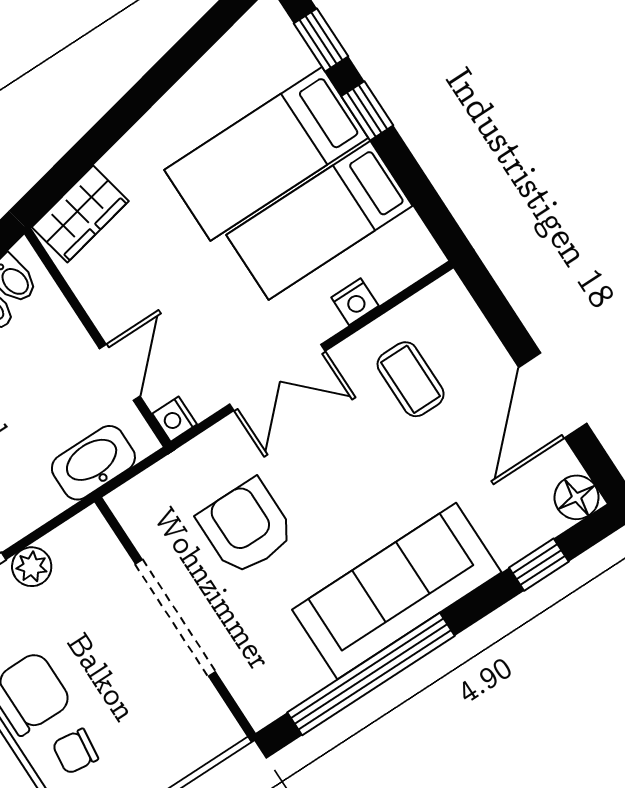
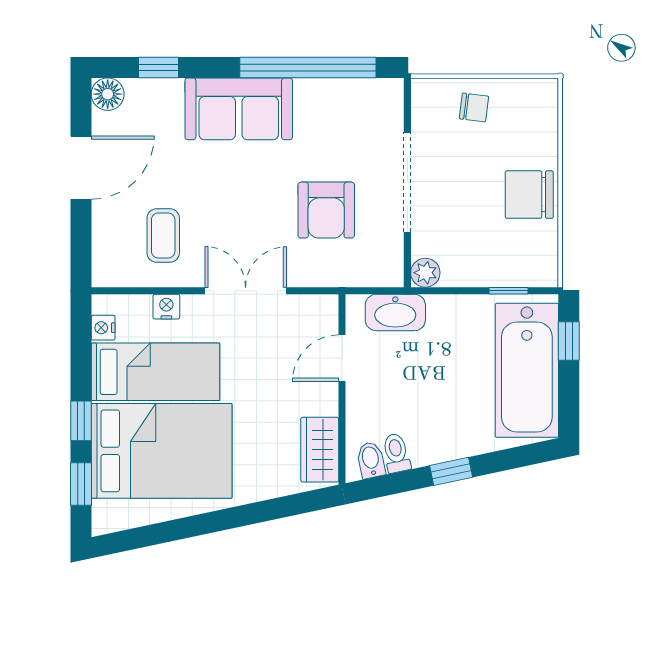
bed: (266, 154) -> (162, 451), width x1.50
wardrobe: (80, 214) -> (320, 450), moved, turned -78
nightstand: (175, 419) -> (103, 328), moved, turned 180
plant: (32, 567) -> (425, 273), moved
sofa: (397, 591) -> (239, 109), width x0.73
chair: (75, 751) -> (474, 107), moved

